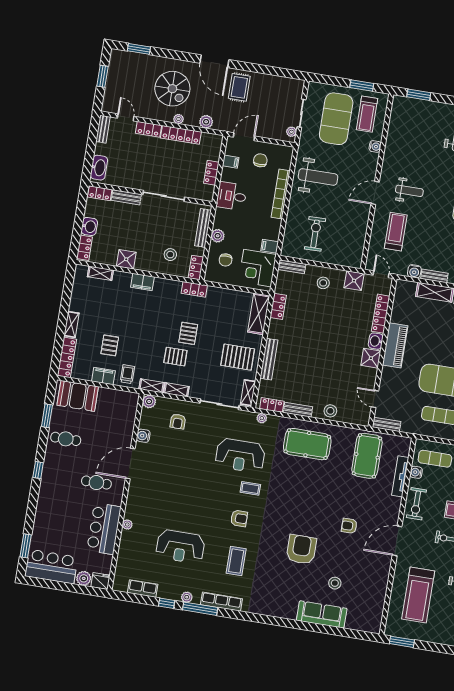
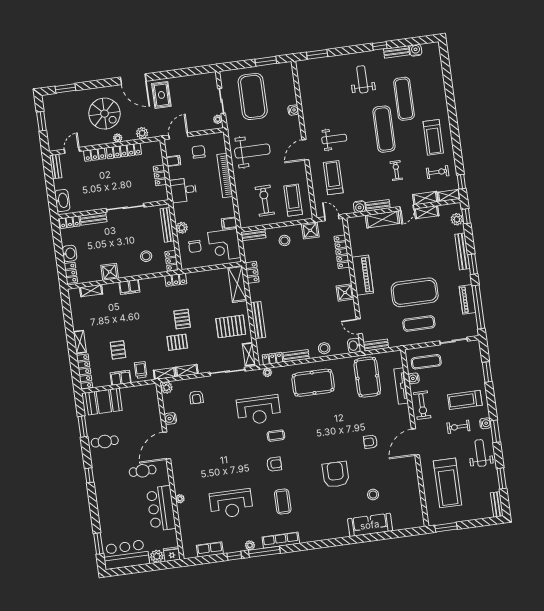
treadmill: (367, 114) -> (293, 200), moved, turned 180
door: (126, 117) -> (72, 150), hinge flipped
washbasin: (376, 341) -> (354, 346), moved

